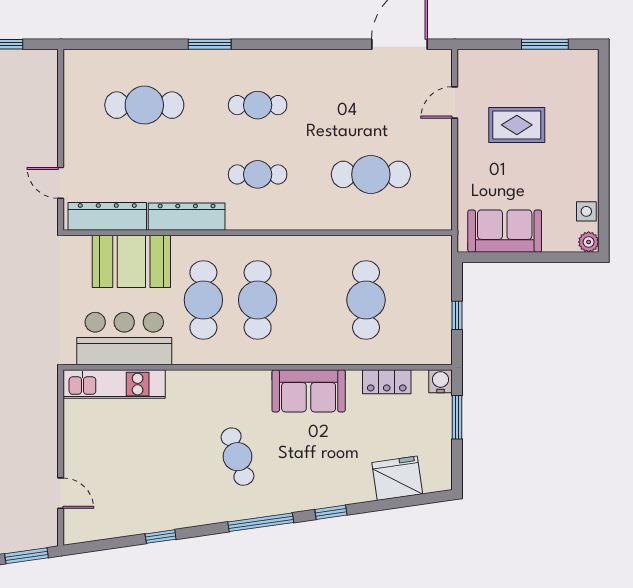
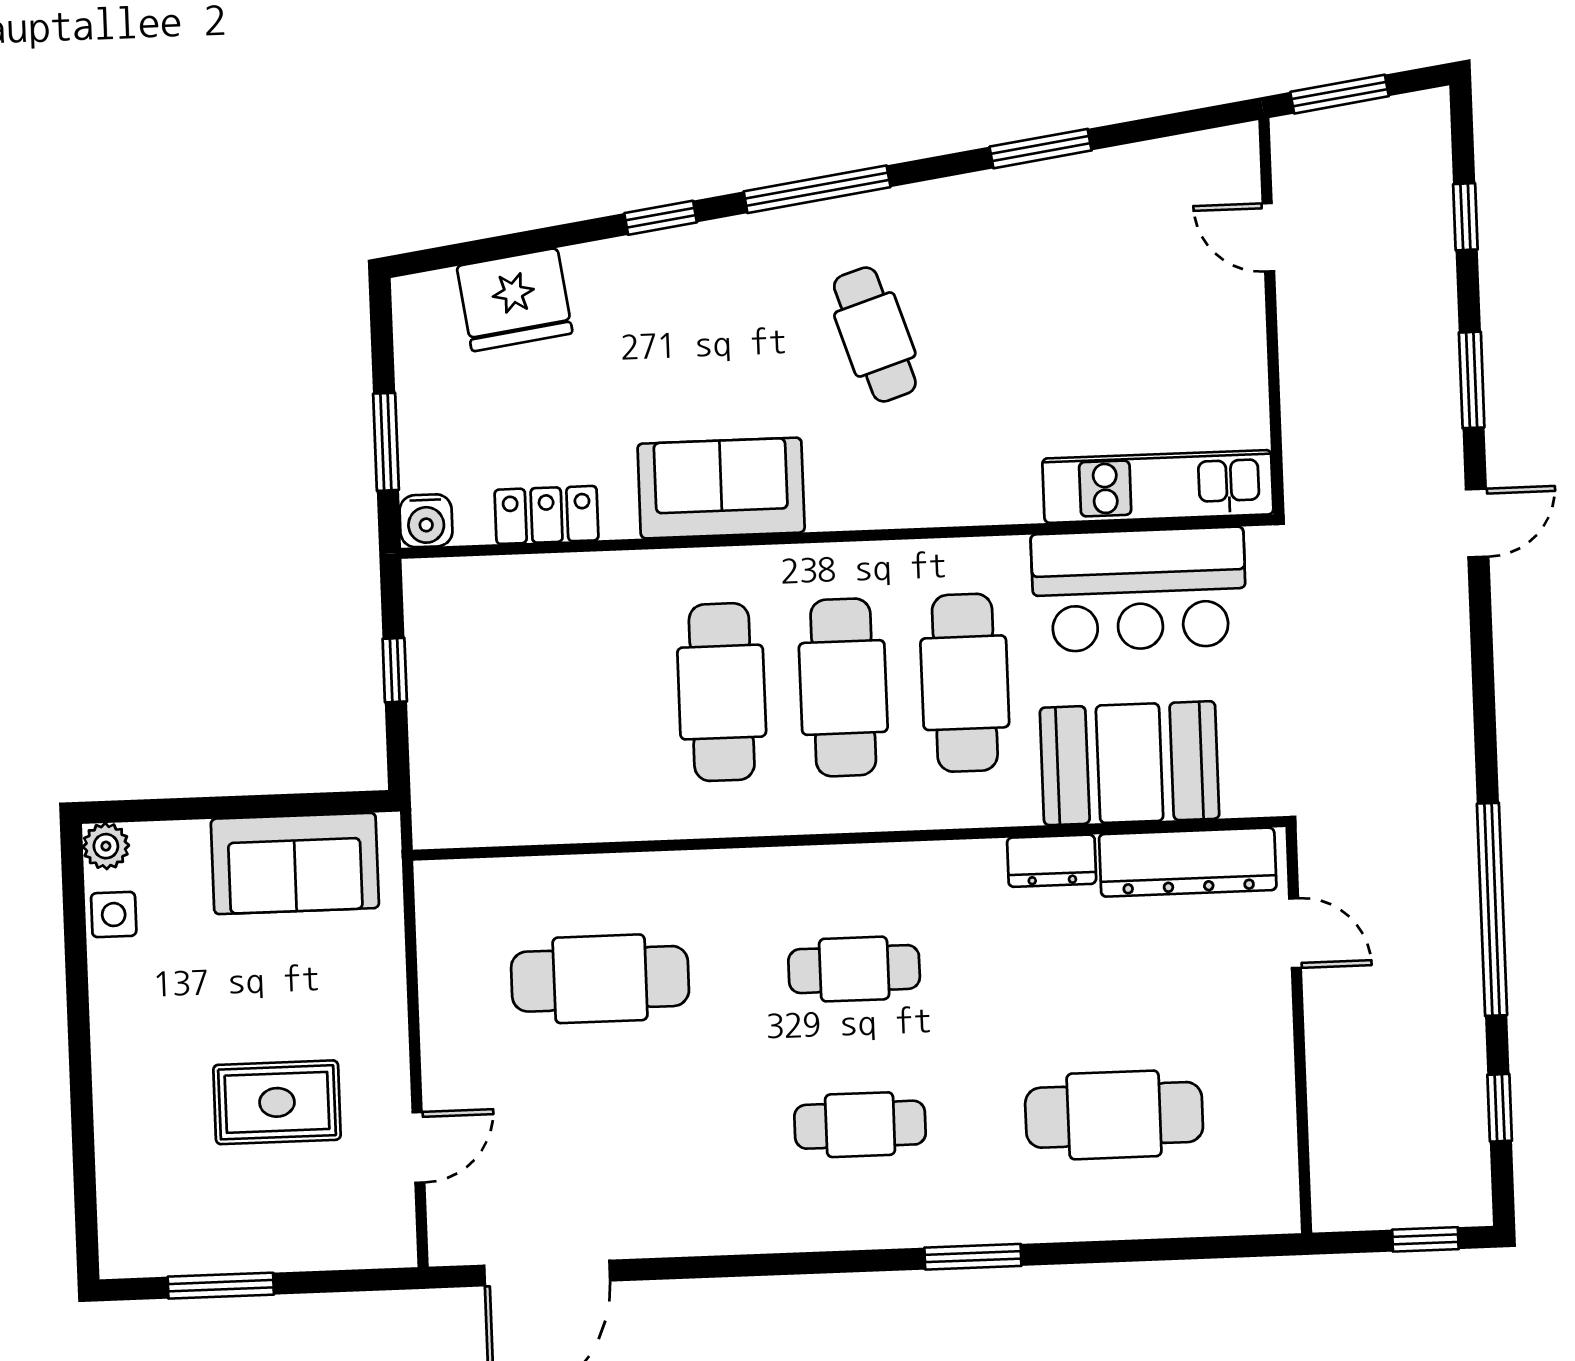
dresser: (187, 217) -> (1052, 861), width x0.51, depth x0.80
cafe table: (366, 300) -> (722, 692), moved
window: (161, 537) -> (1041, 149), width x1.50

